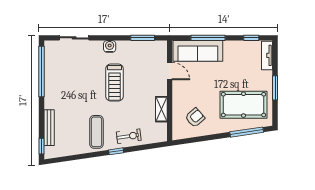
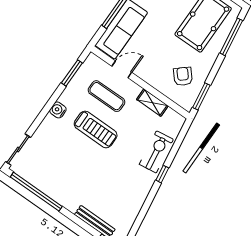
sliding door: (74, 38) -> (18, 149), moved
exercise mat: (96, 132) -> (106, 96), moved
exercise bike: (129, 136) -> (156, 152), width x1.38, depth x1.39
window: (190, 140) -> (201, 96), added

